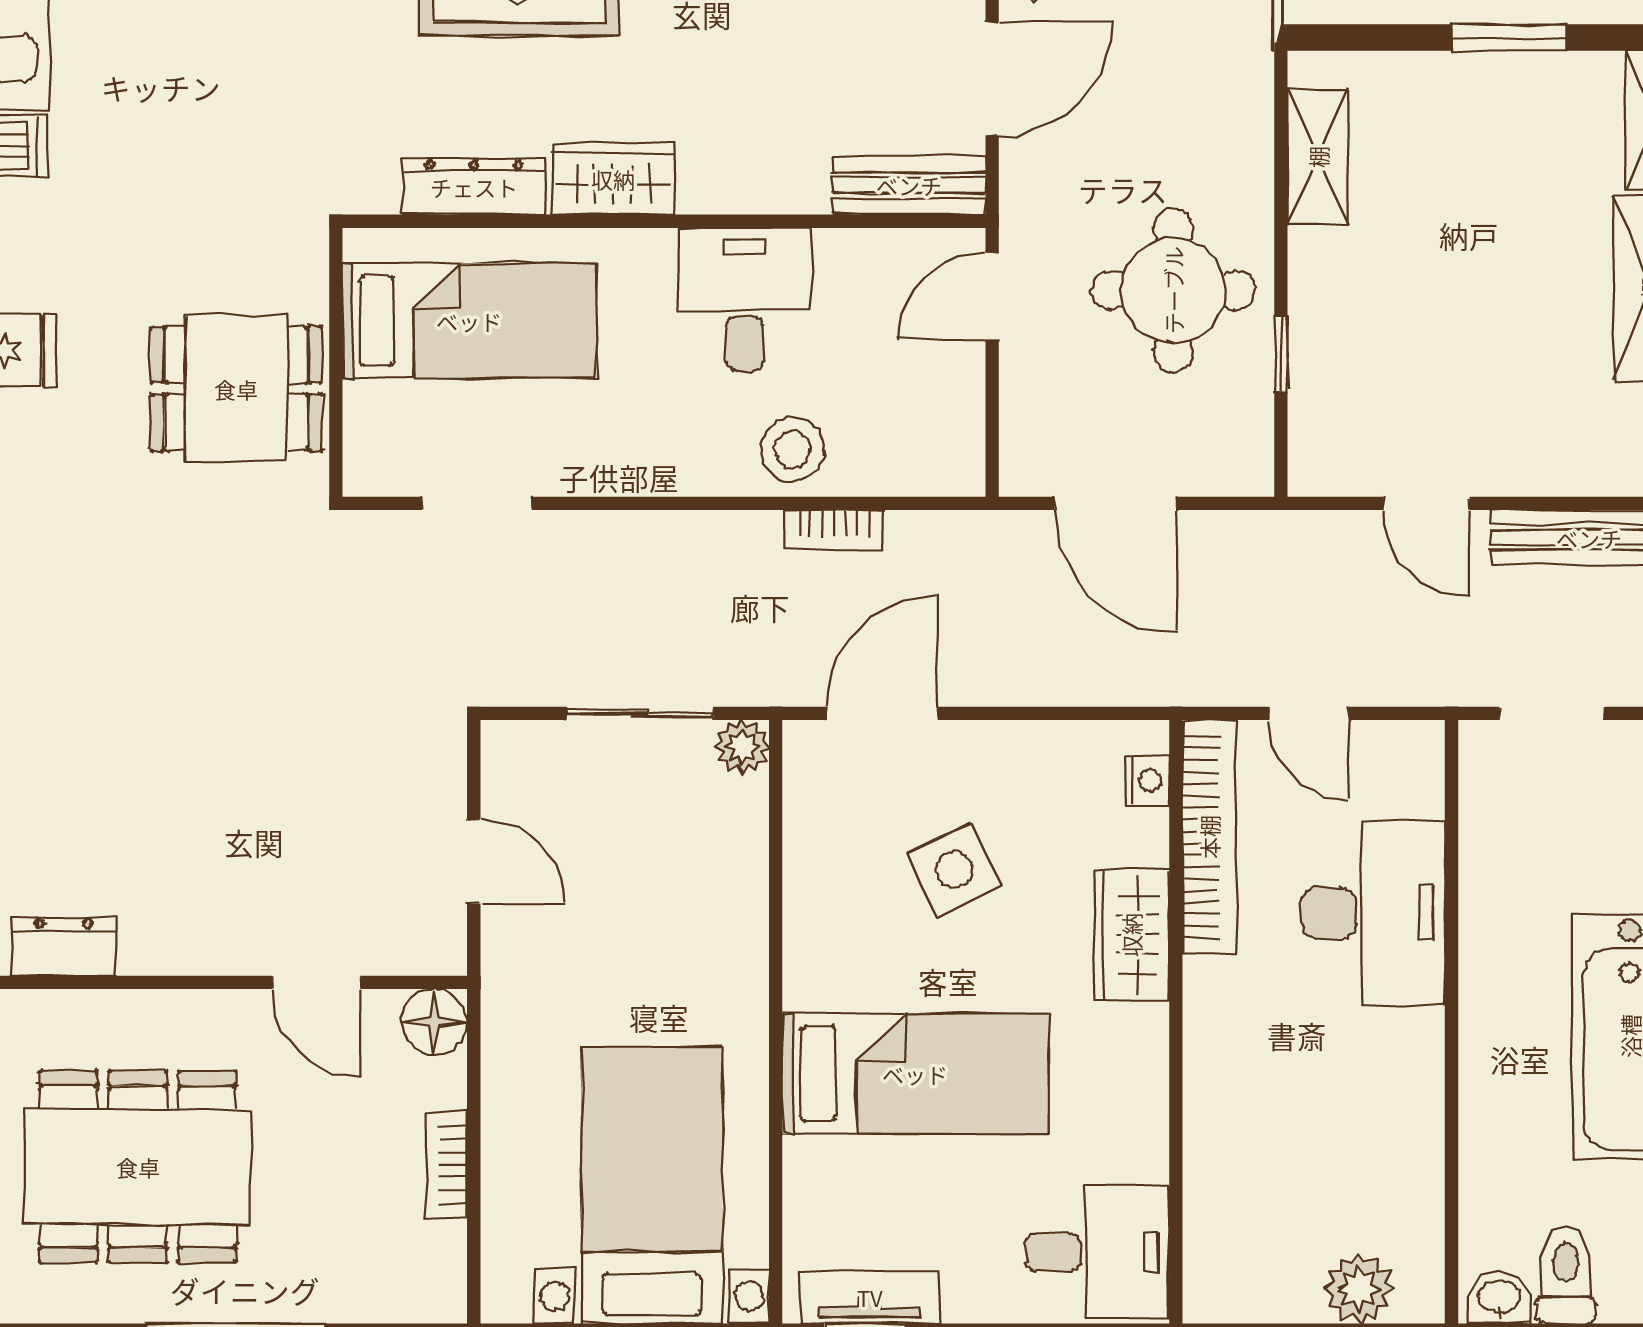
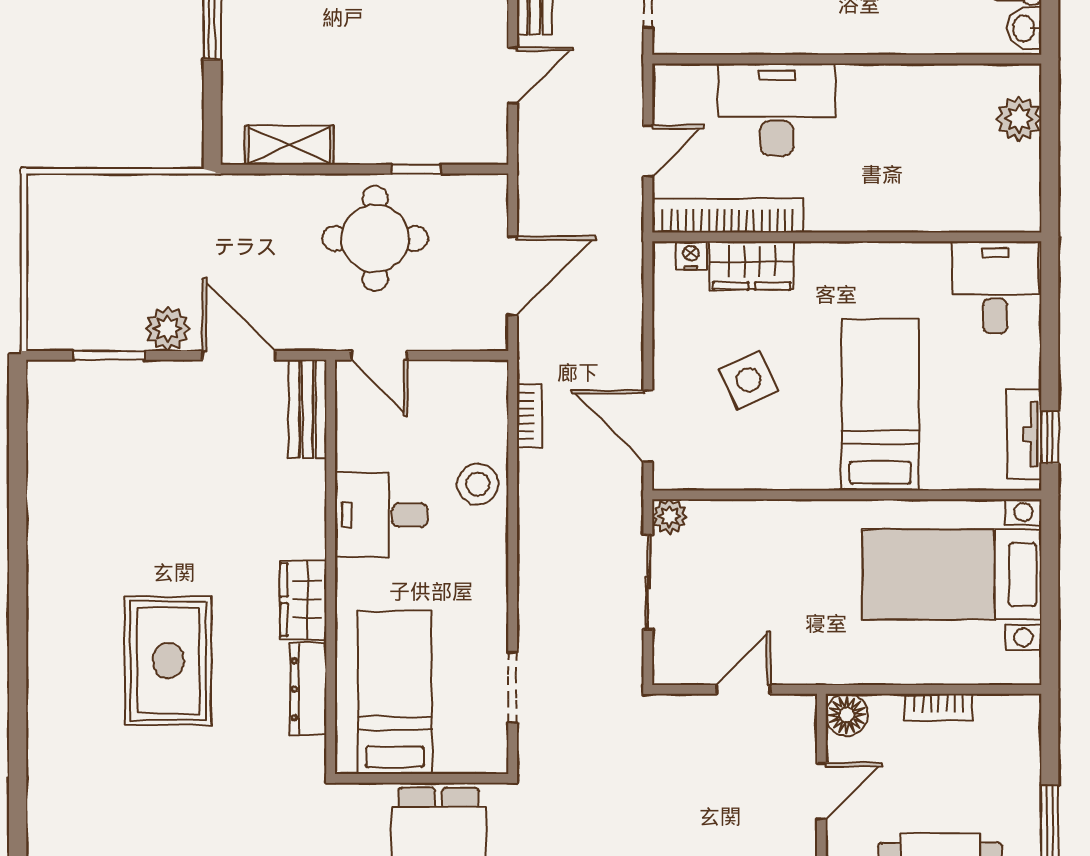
bookcase: (834, 530) -> (529, 416), moved
wardrobe: (1131, 935) -> (752, 265), moved

